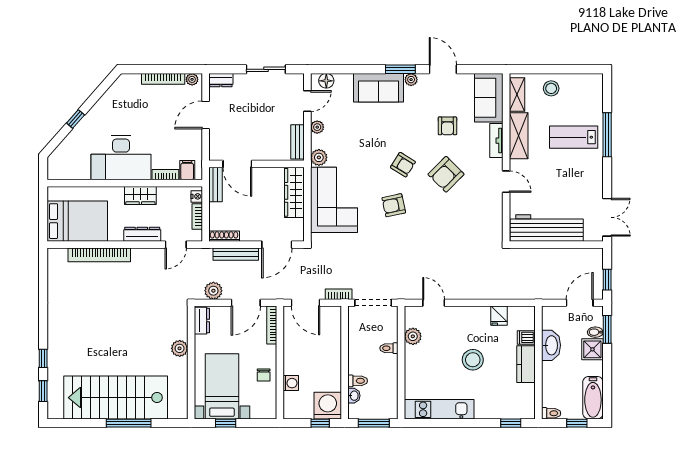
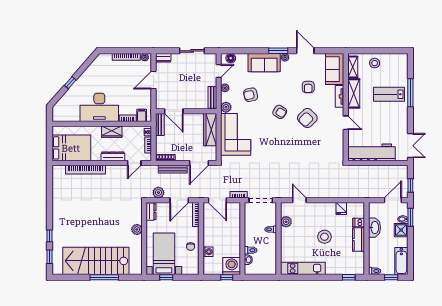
armchair: (394, 205) -> (251, 95), moved
window: (374, 423) -> (261, 277), removed

